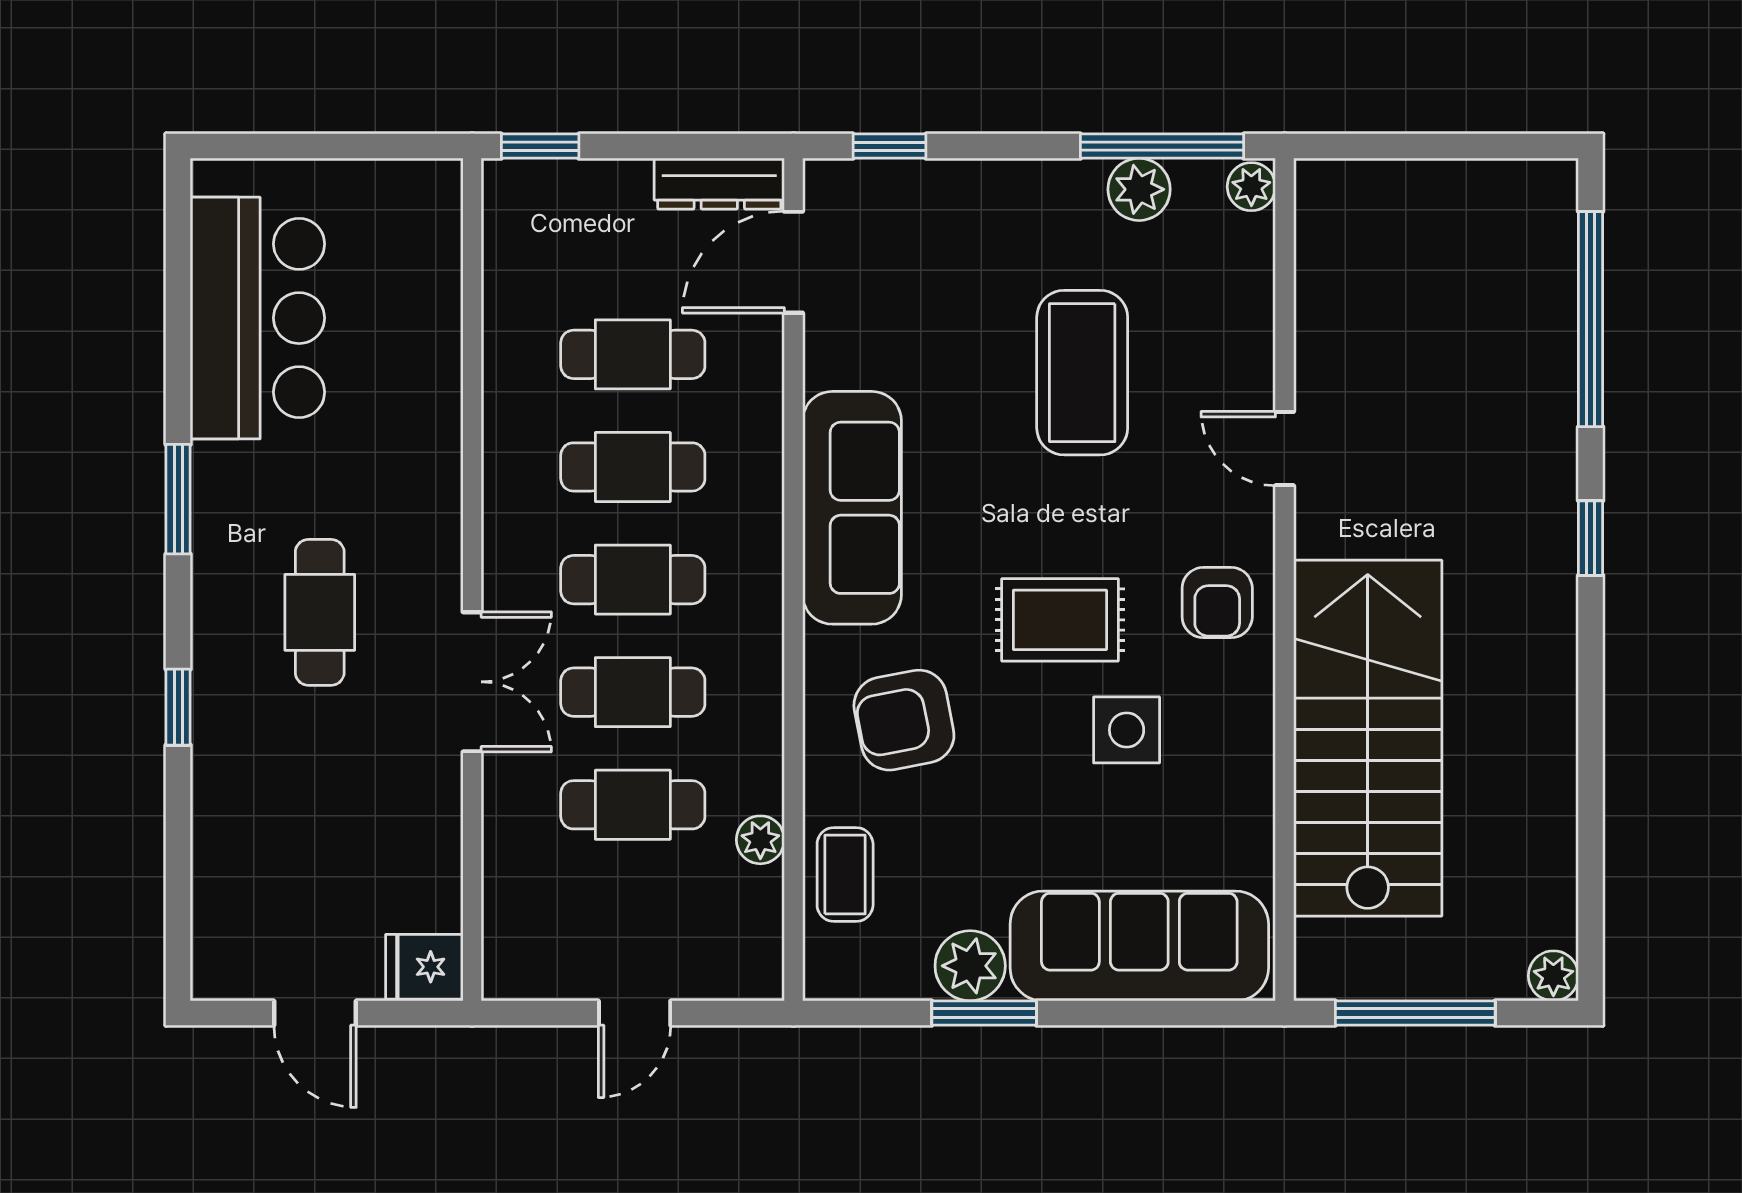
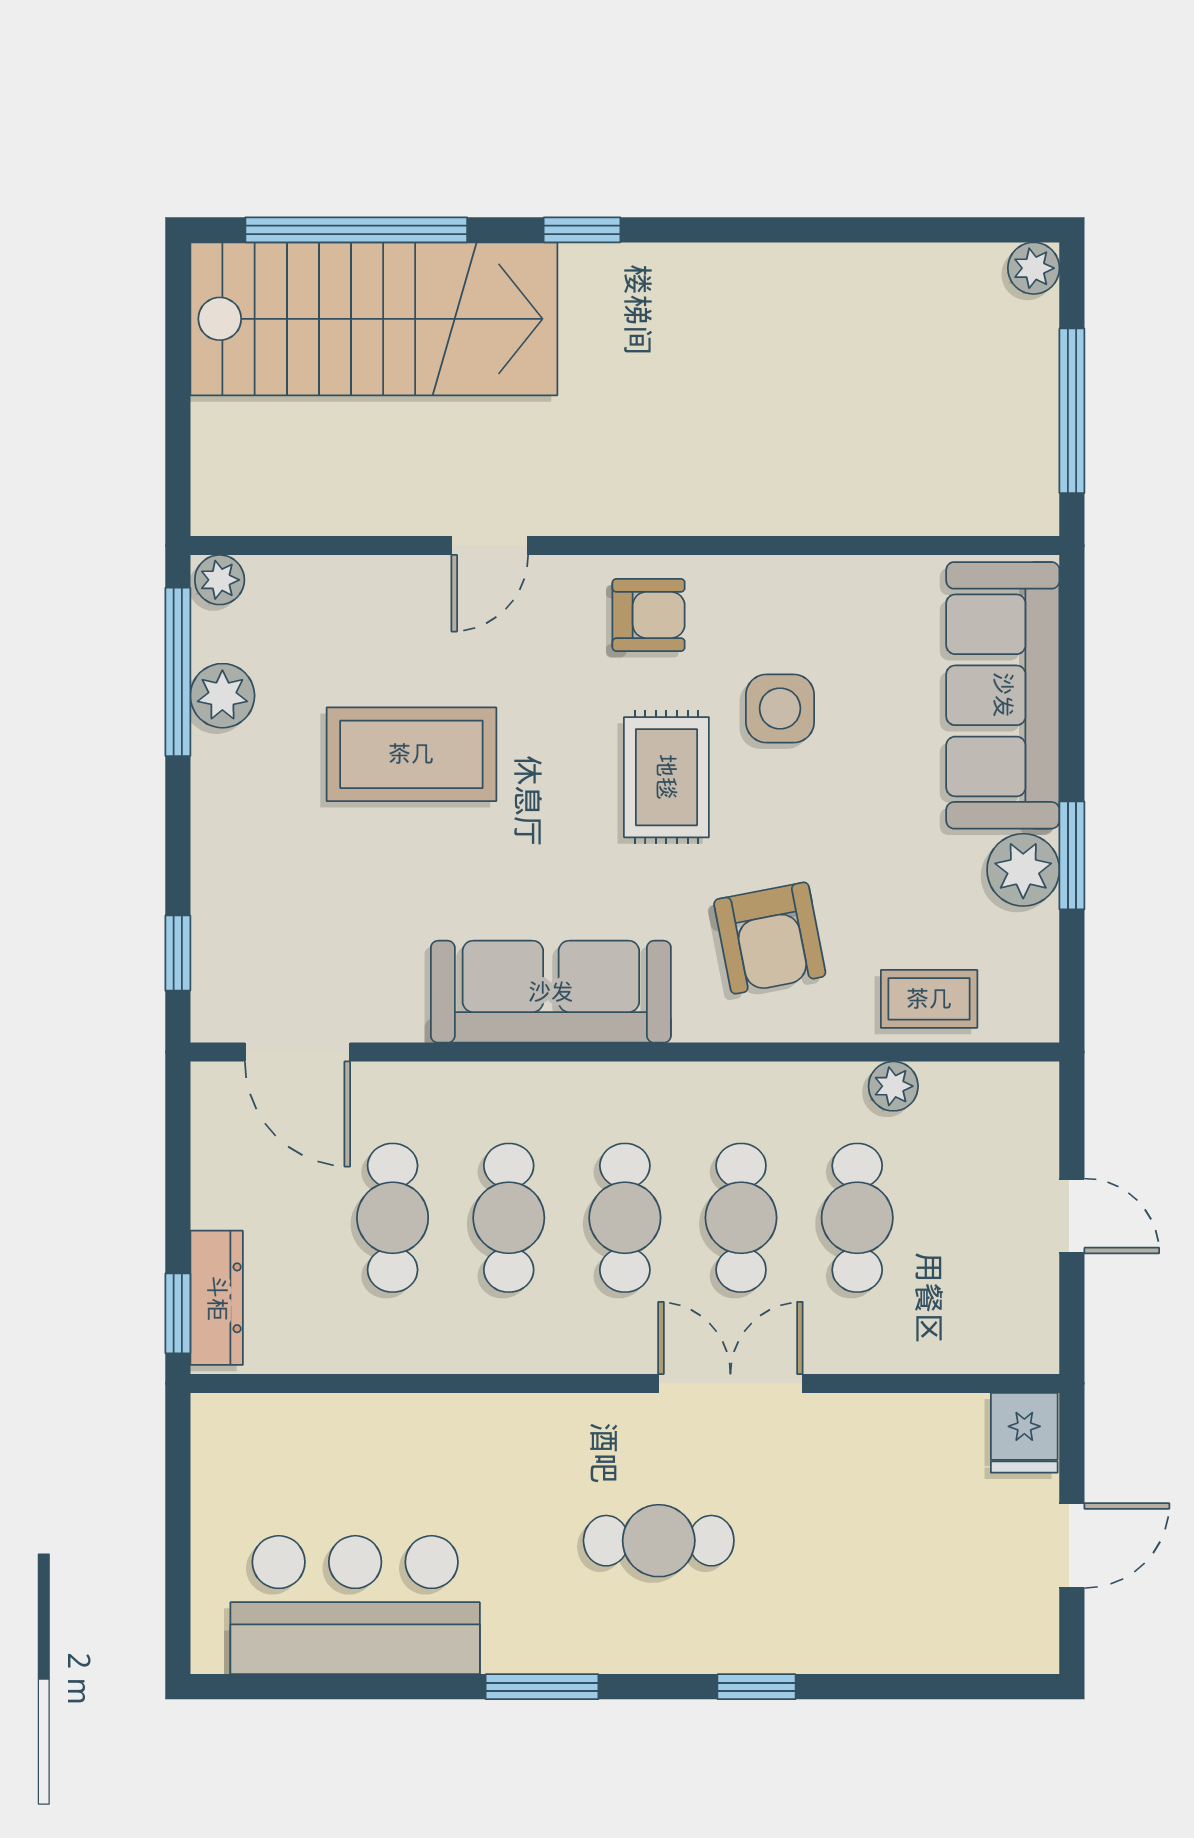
dresser: (719, 184) -> (217, 1298), moved
stairs: (1368, 738) -> (374, 319), moved, turned 180

